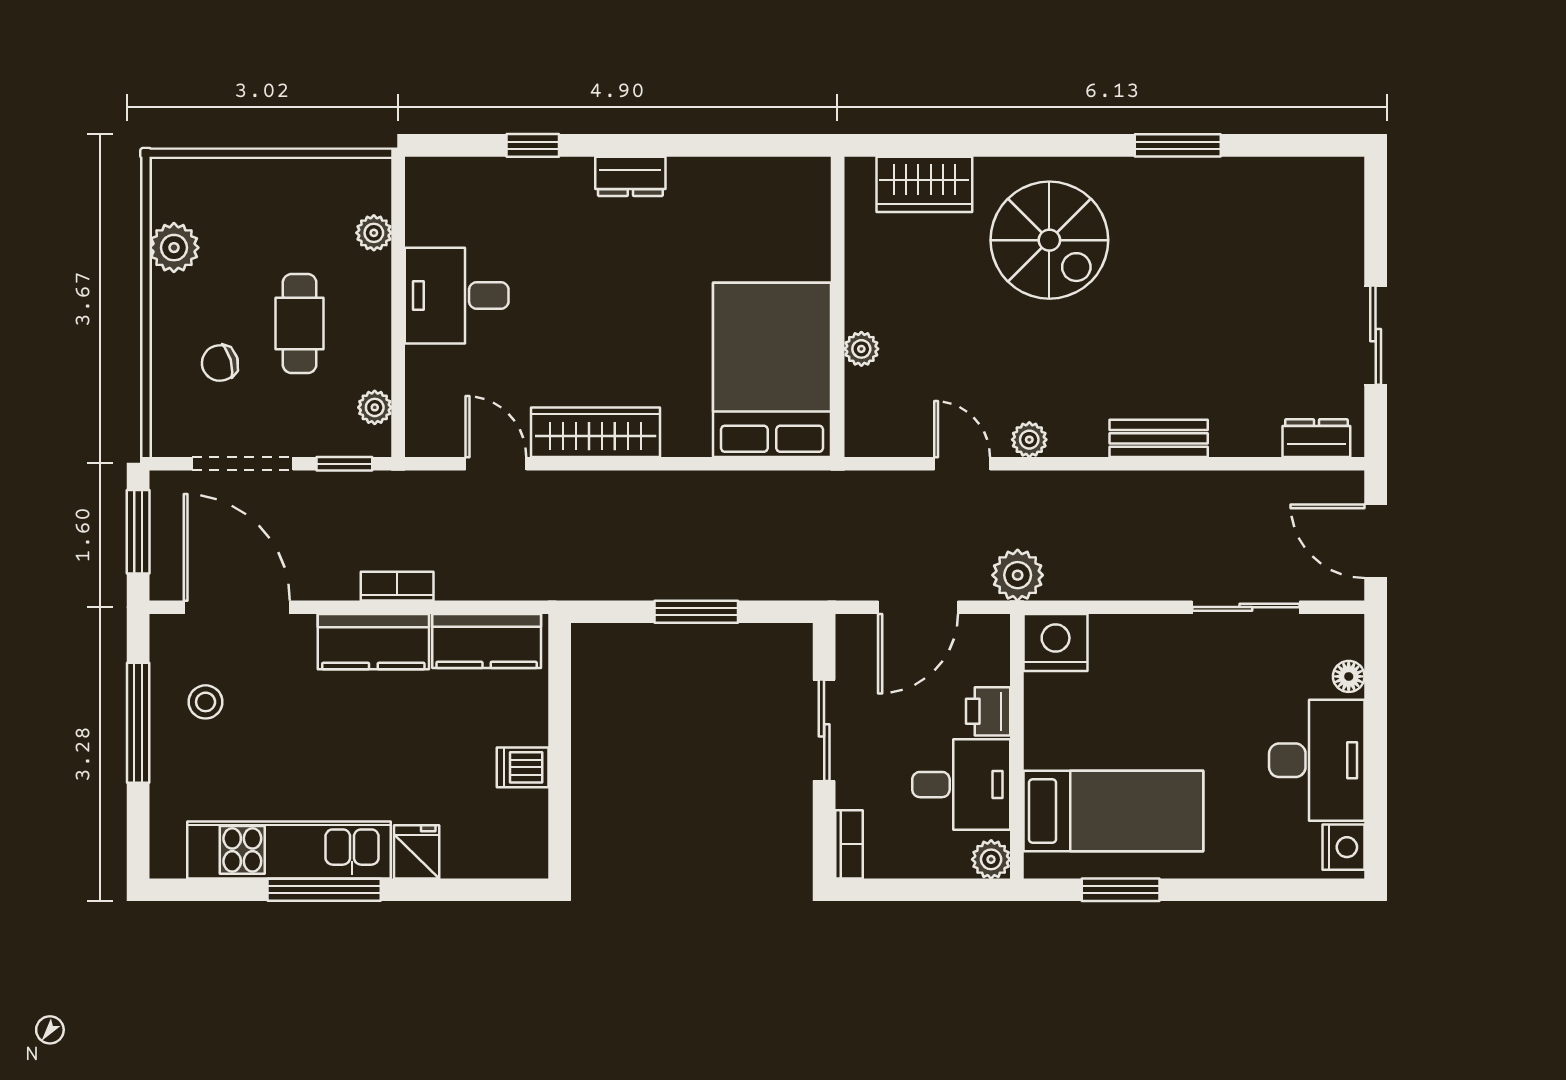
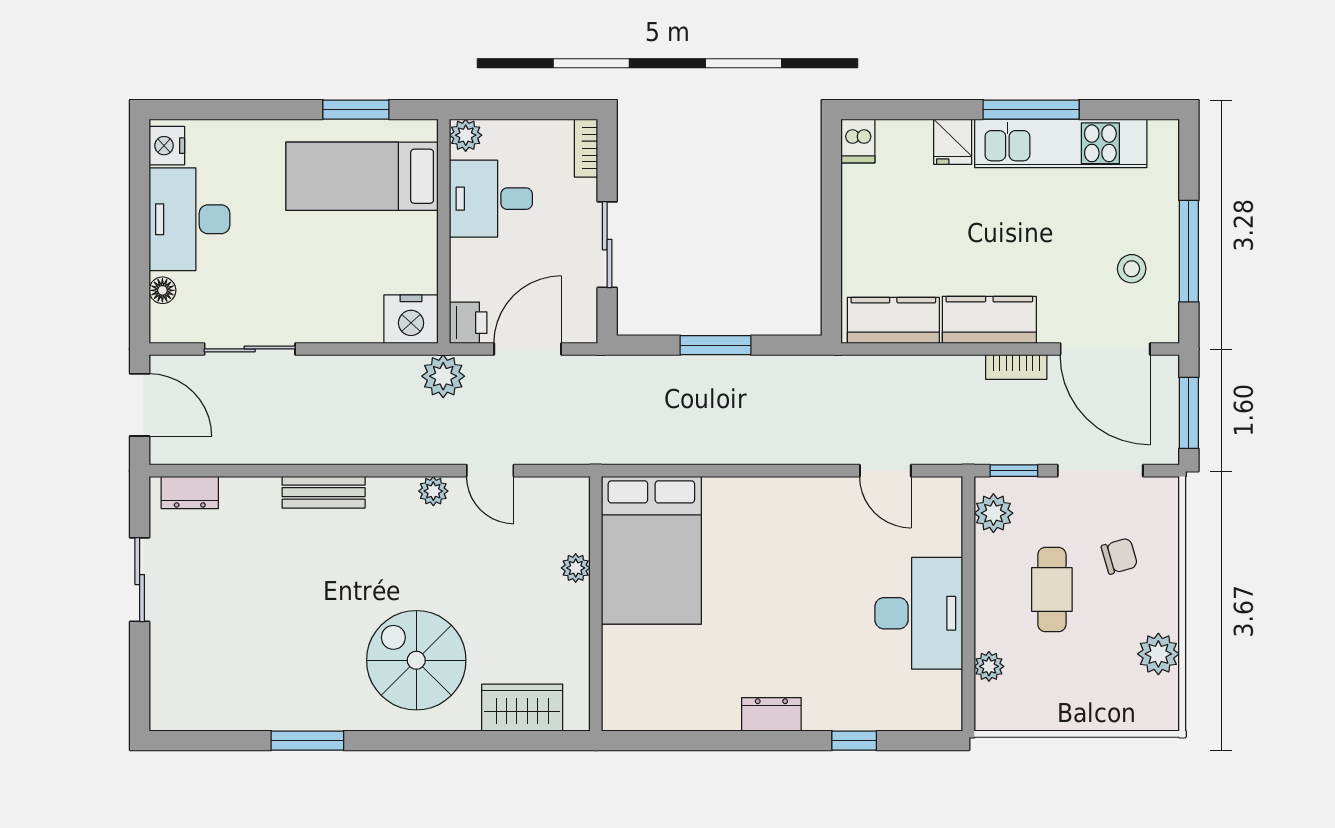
desk: (457, 296) -> (919, 613), width x1.37
plant: (375, 407) -> (993, 513), width x1.38, depth x1.38
wardrobe: (596, 432) -> (801, 497), removed
bookcase: (397, 586) -> (1016, 367), moved
printer: (988, 711) -> (468, 323), moved
dishwasher: (523, 767) -> (858, 141), moved, turned 90

